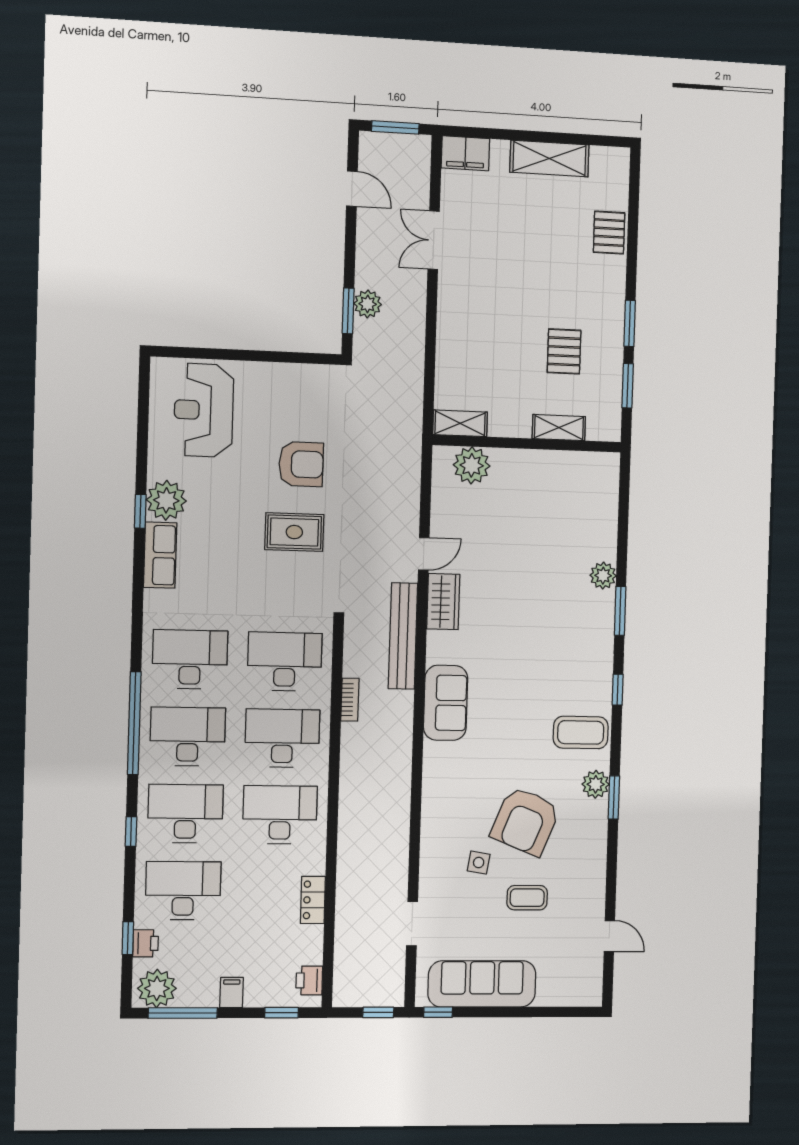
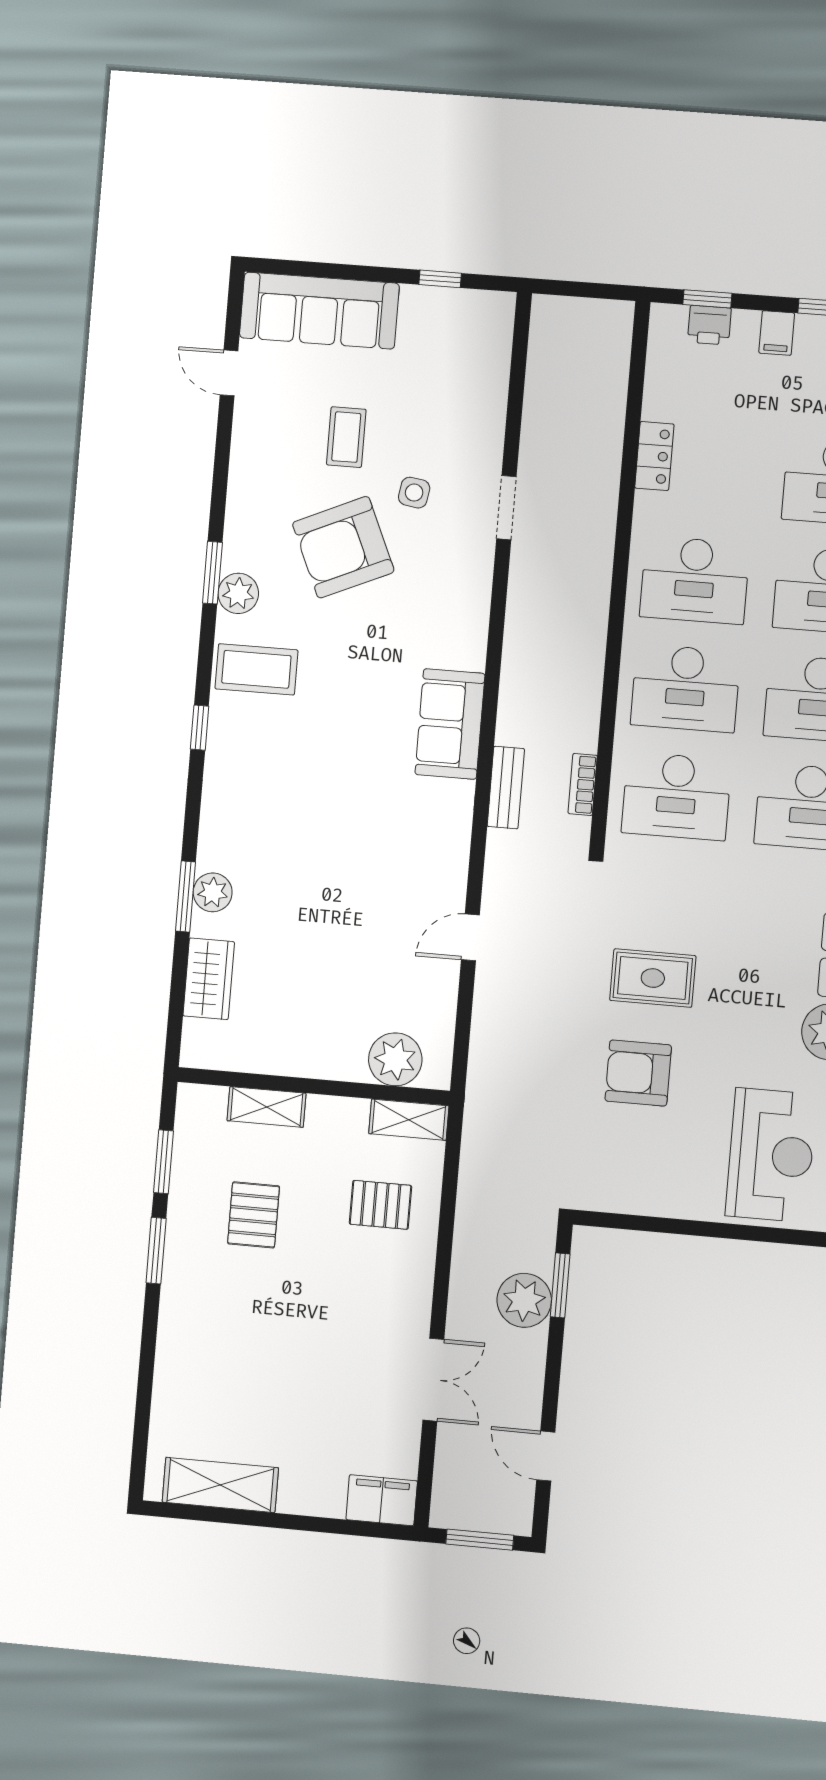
shelving: (549, 159) -> (220, 1485), moved
pallet: (609, 233) -> (380, 1205), moved, turned 90
plant: (368, 304) -> (524, 1300), width x1.36, depth x1.36
wardrobe: (443, 602) -> (209, 979), moved, turned 180
window: (620, 611) -> (186, 896), moved
bench: (403, 636) -> (506, 788), width x0.54, depth x0.82
bookcase: (350, 700) -> (583, 784), moved
armchair: (525, 821) -> (343, 547), turned -136
coffee table: (527, 898) -> (346, 437), turned 90
doorway: (412, 924) -> (506, 508), moved
printer: (309, 980) -> (709, 325), moved, turned 90
sofa: (482, 984) -> (319, 311), moved
window: (378, 1012) -> (570, 289), removed
window: (438, 1012) -> (440, 279), moved

